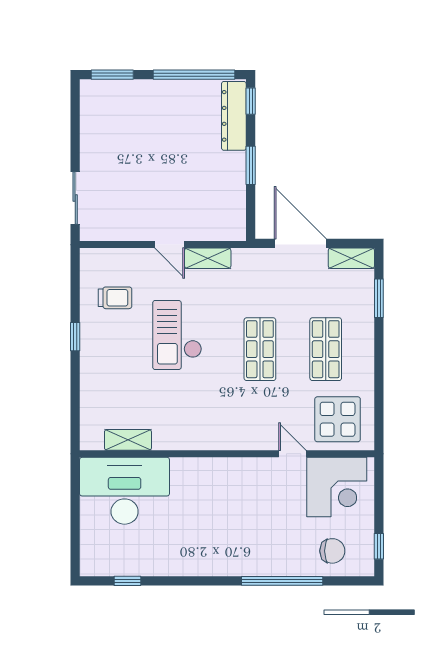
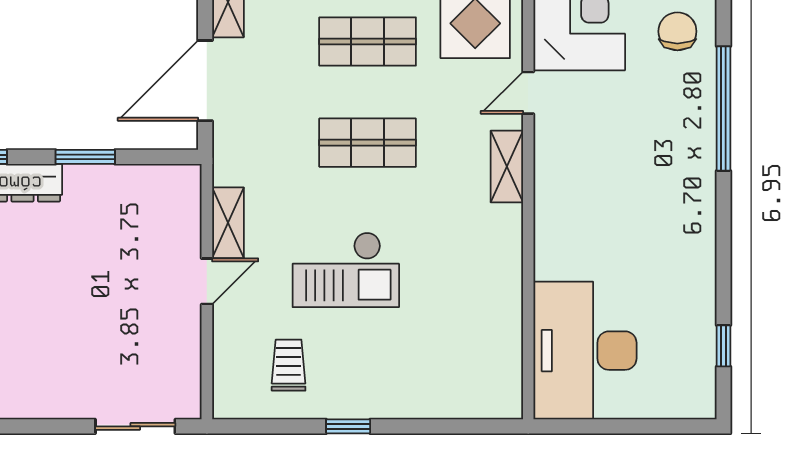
shelving: (128, 440) -> (507, 166), moved

